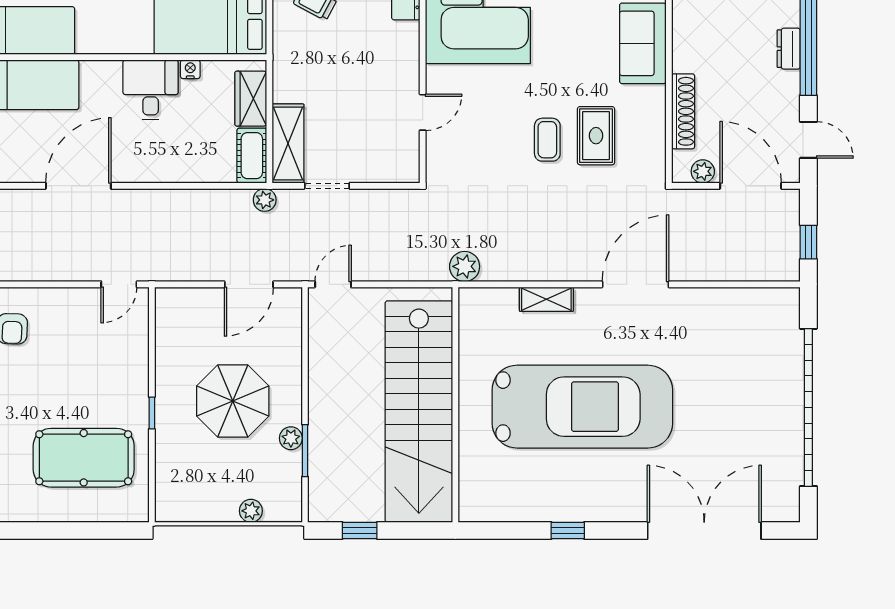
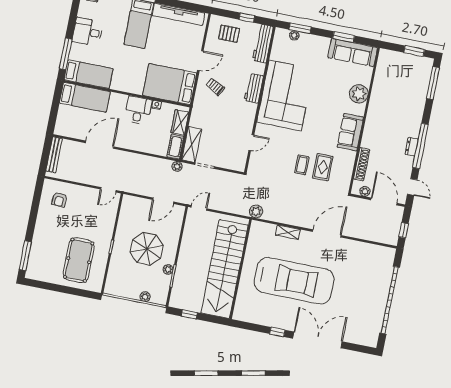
pool table: (84, 458) -> (79, 260), turned 90
double door: (704, 530) -> (317, 340), moved

